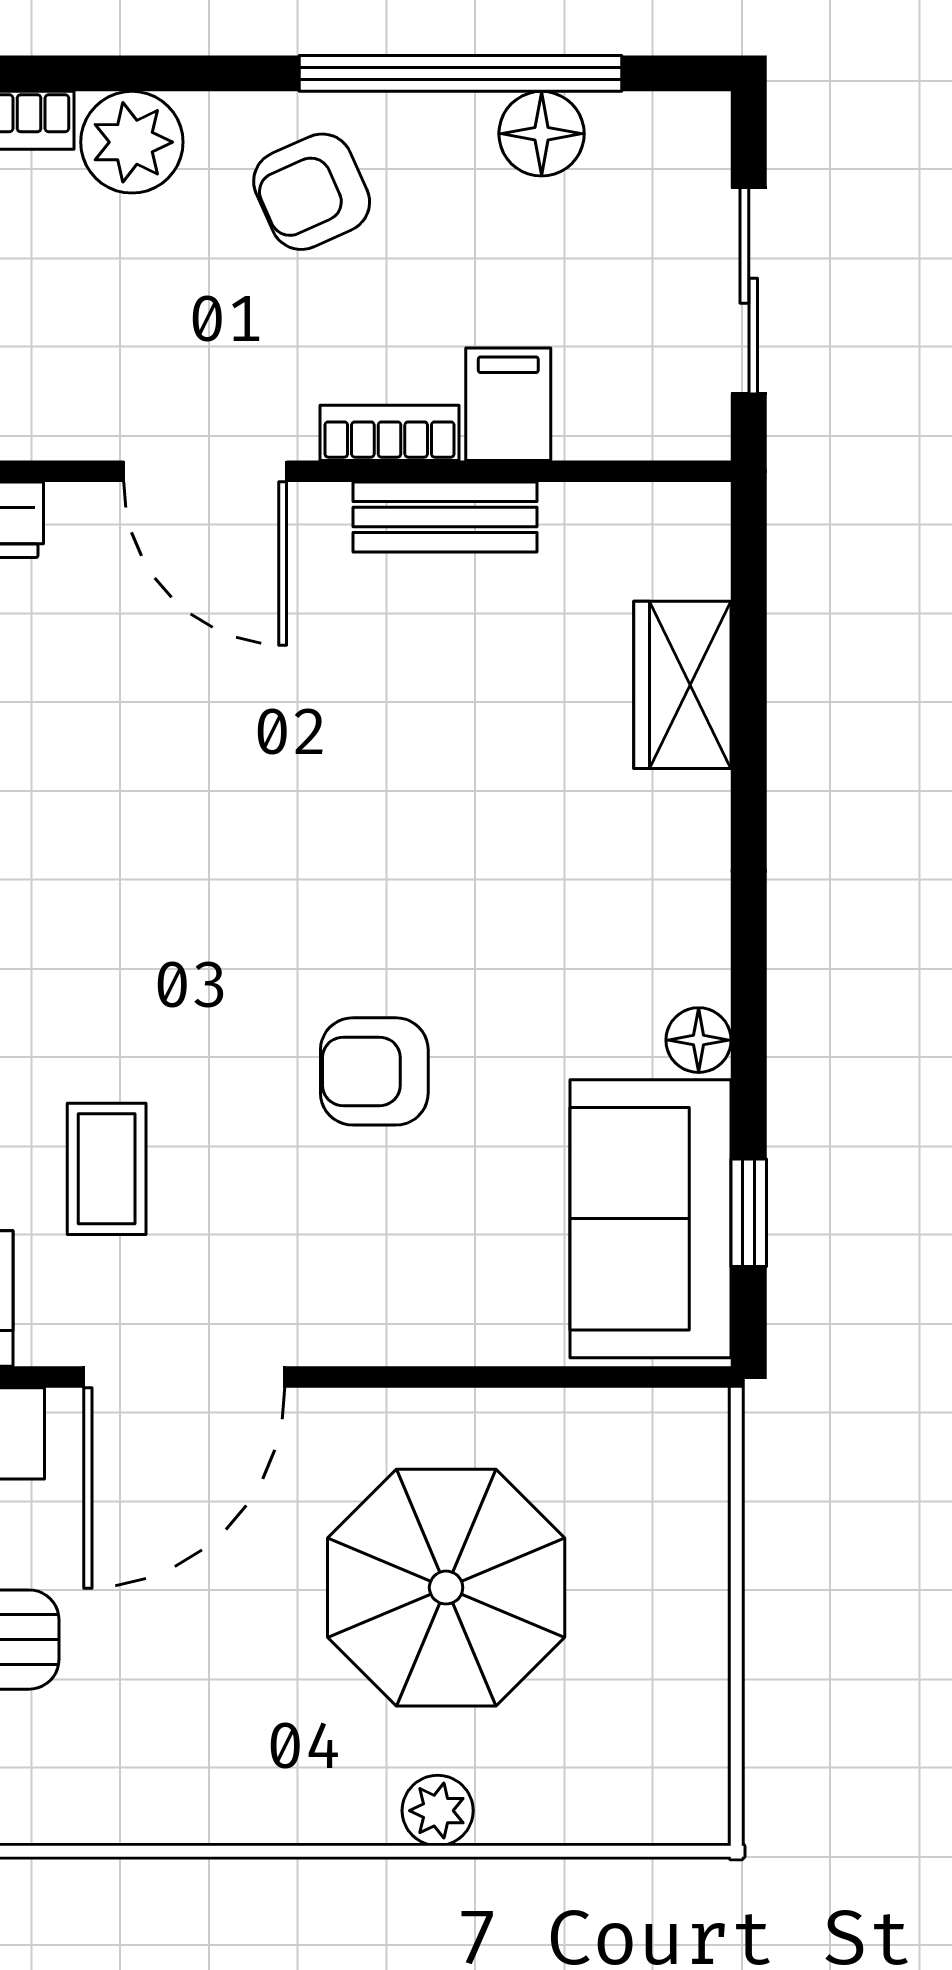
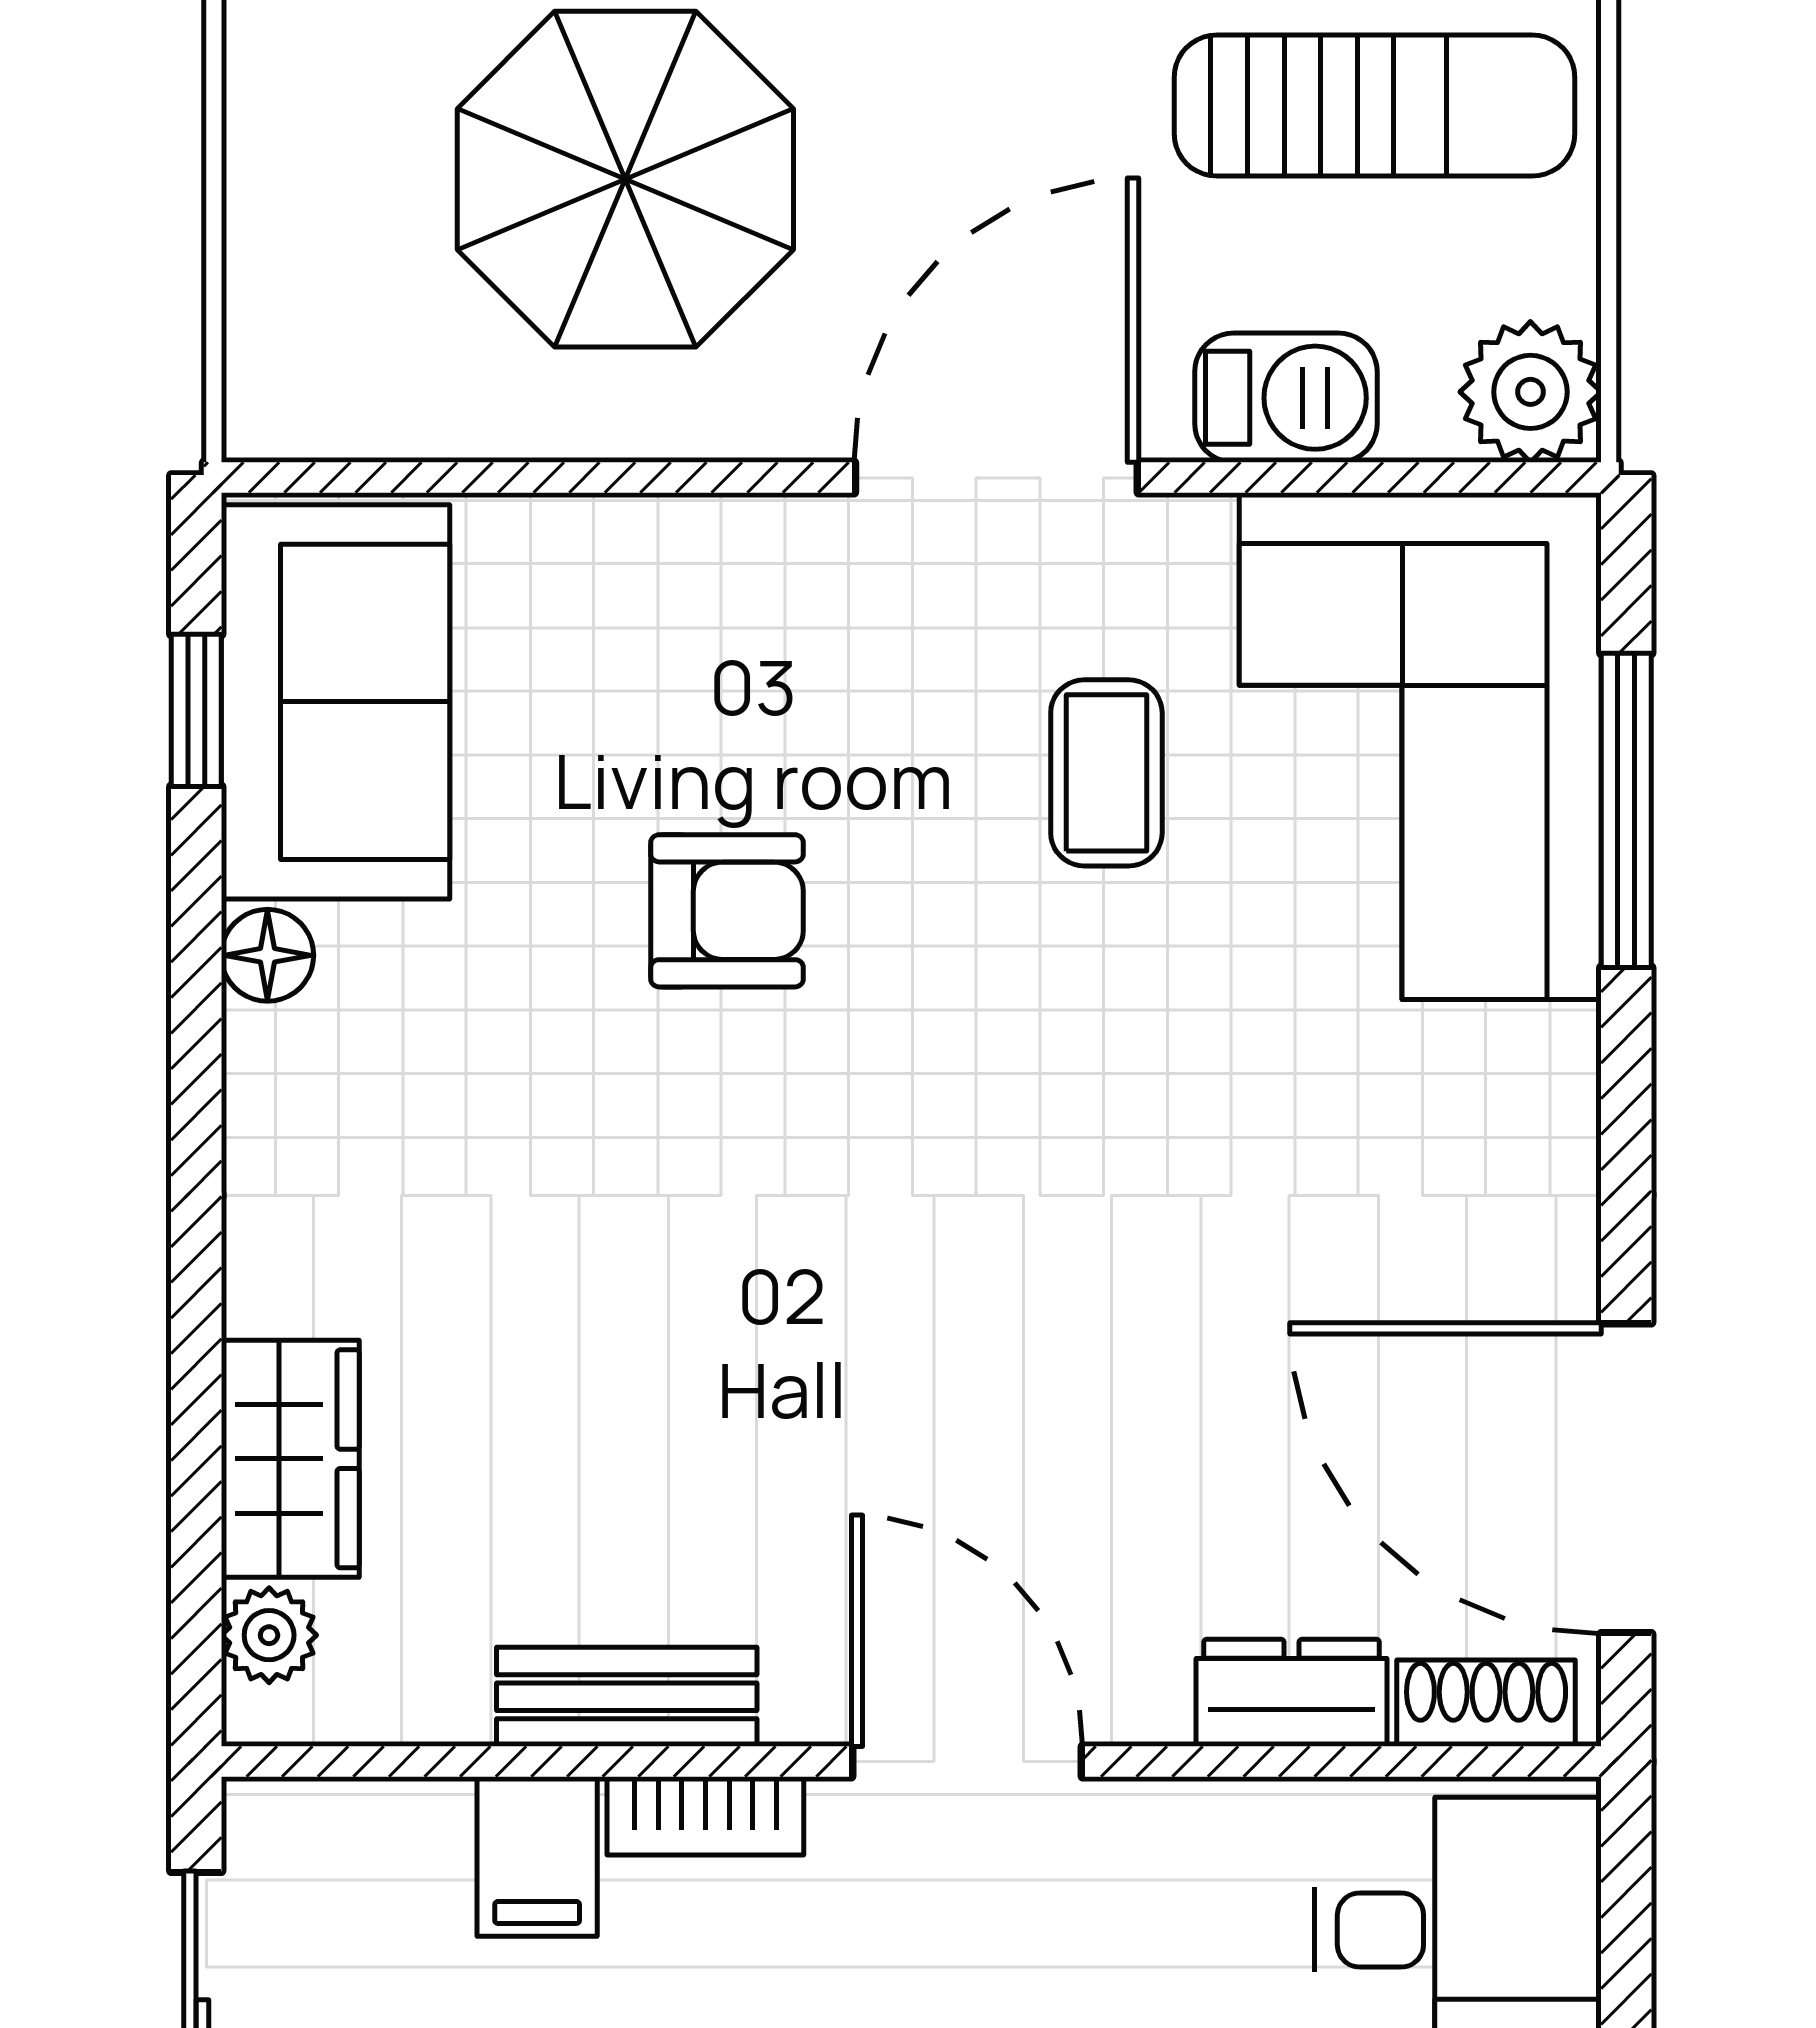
plant: (697, 560) -> (269, 1635), added

